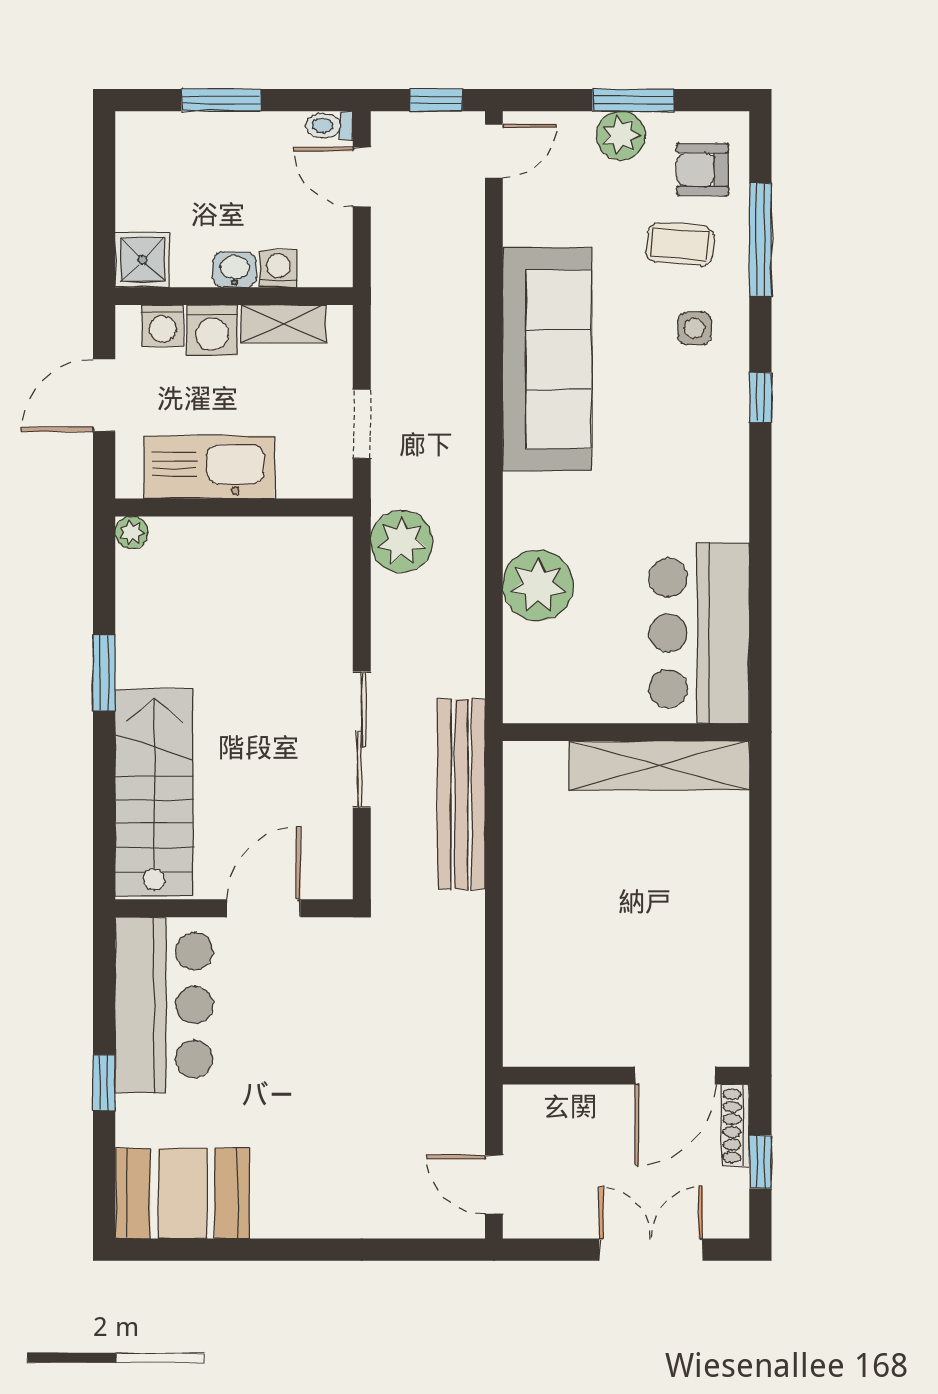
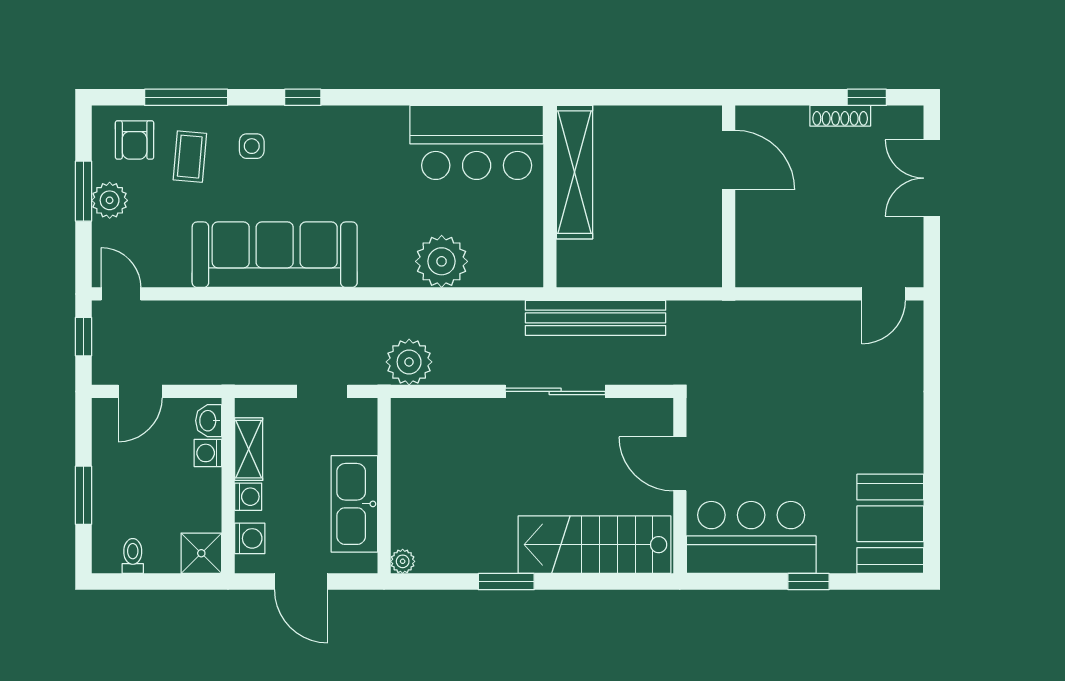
toilet: (329, 126) -> (133, 556), moved, turned 180
washbasin: (235, 270) -> (209, 421), moved
washing machine: (212, 330) -> (248, 497), width x0.73, depth x0.73
wall: (626, 1076) -> (729, 196), moved
door: (675, 1076) -> (729, 160), moved

